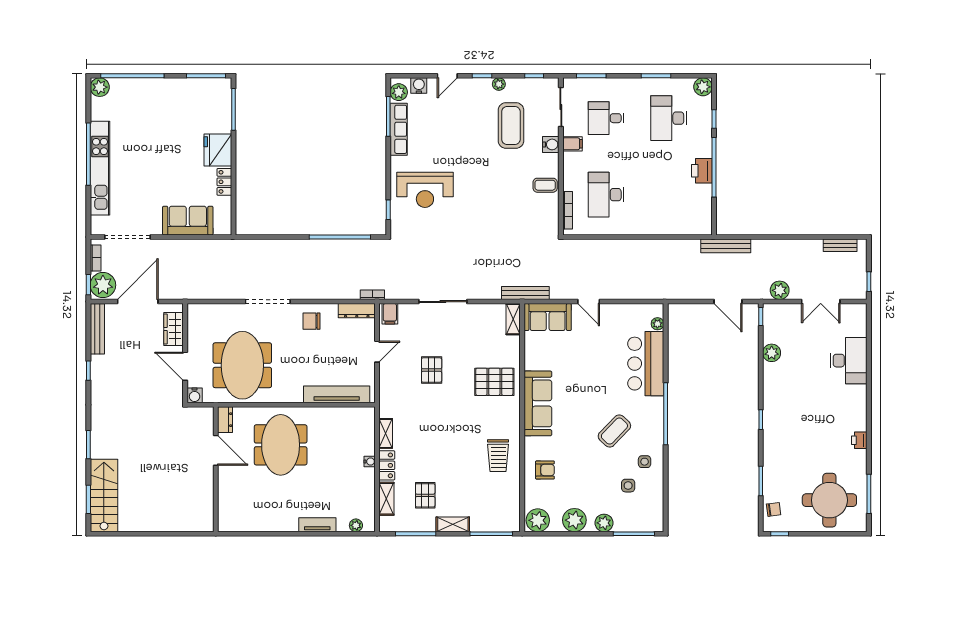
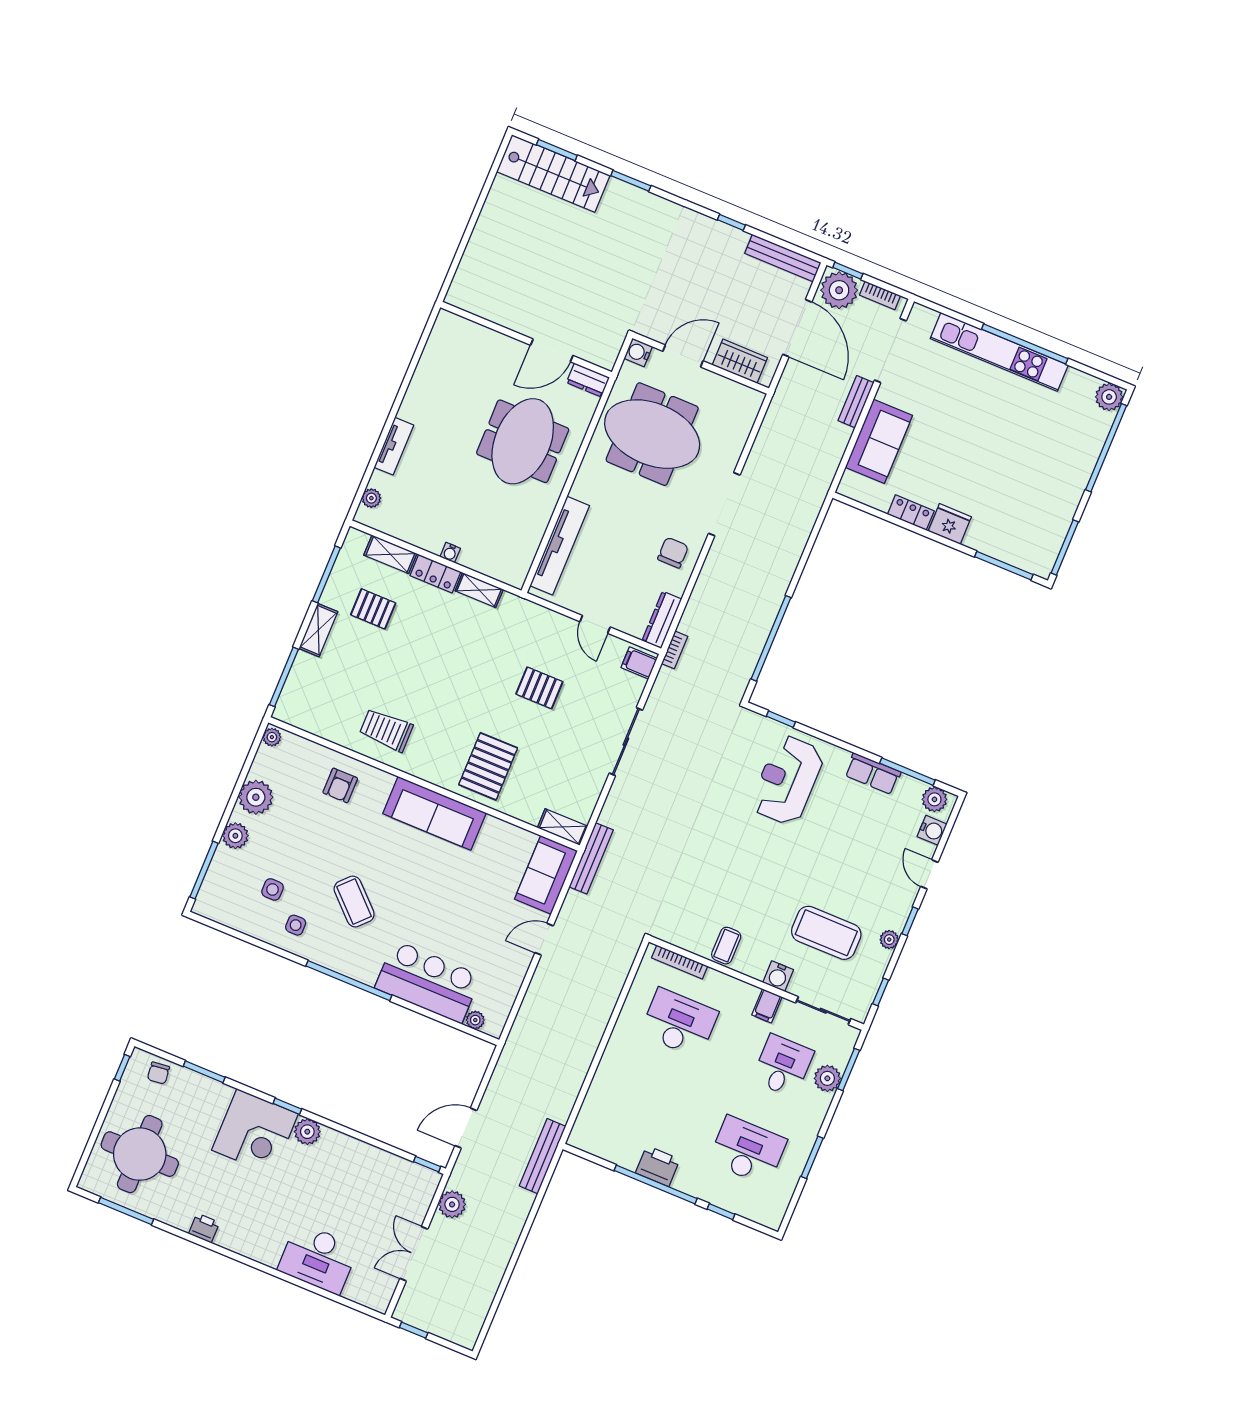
plant: (703, 87) -> (827, 1078), moved
row of seats: (399, 129) -> (873, 774), width x0.68
fridge: (218, 150) -> (950, 524), width x0.73, depth x0.75
bench: (840, 245) -> (856, 402), moved
plant: (772, 353) -> (307, 1132), moved
corner desk: (785, 433) -> (255, 1132), added
meeting table: (281, 445) -> (523, 441), turned 90
plant: (538, 520) -> (272, 737), width x0.53, depth x0.53

